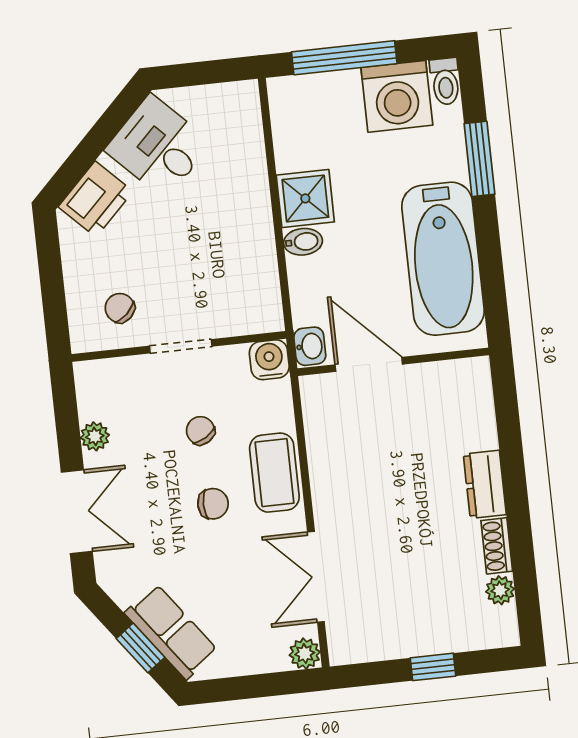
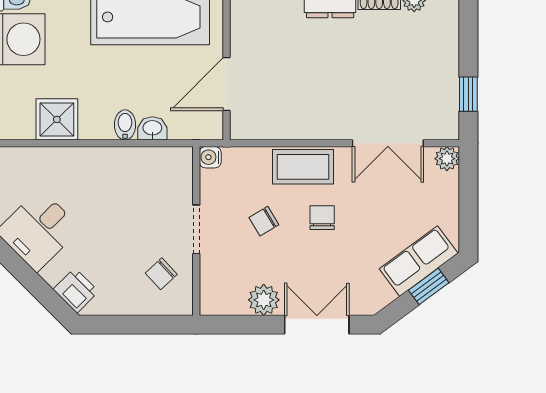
shower: (305, 198) -> (57, 119), moved
printer: (96, 199) -> (76, 290), width x0.73, depth x0.81
washbasin: (310, 346) -> (152, 128), moved
water cooler: (269, 360) -> (210, 157), width x0.72, depth x0.72
plant: (95, 436) -> (264, 300), width x1.38, depth x1.38
window: (433, 667) -> (468, 94), moved

